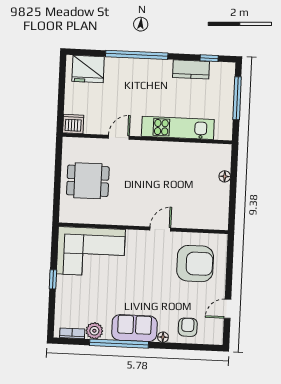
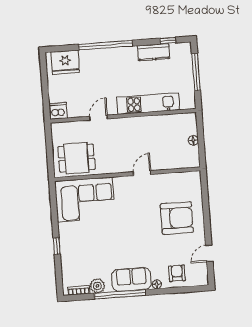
wall: (143, 228) -> (127, 174), moved
door: (160, 229) -> (142, 173), moved
corner sofa: (91, 252) -> (85, 200), moved

